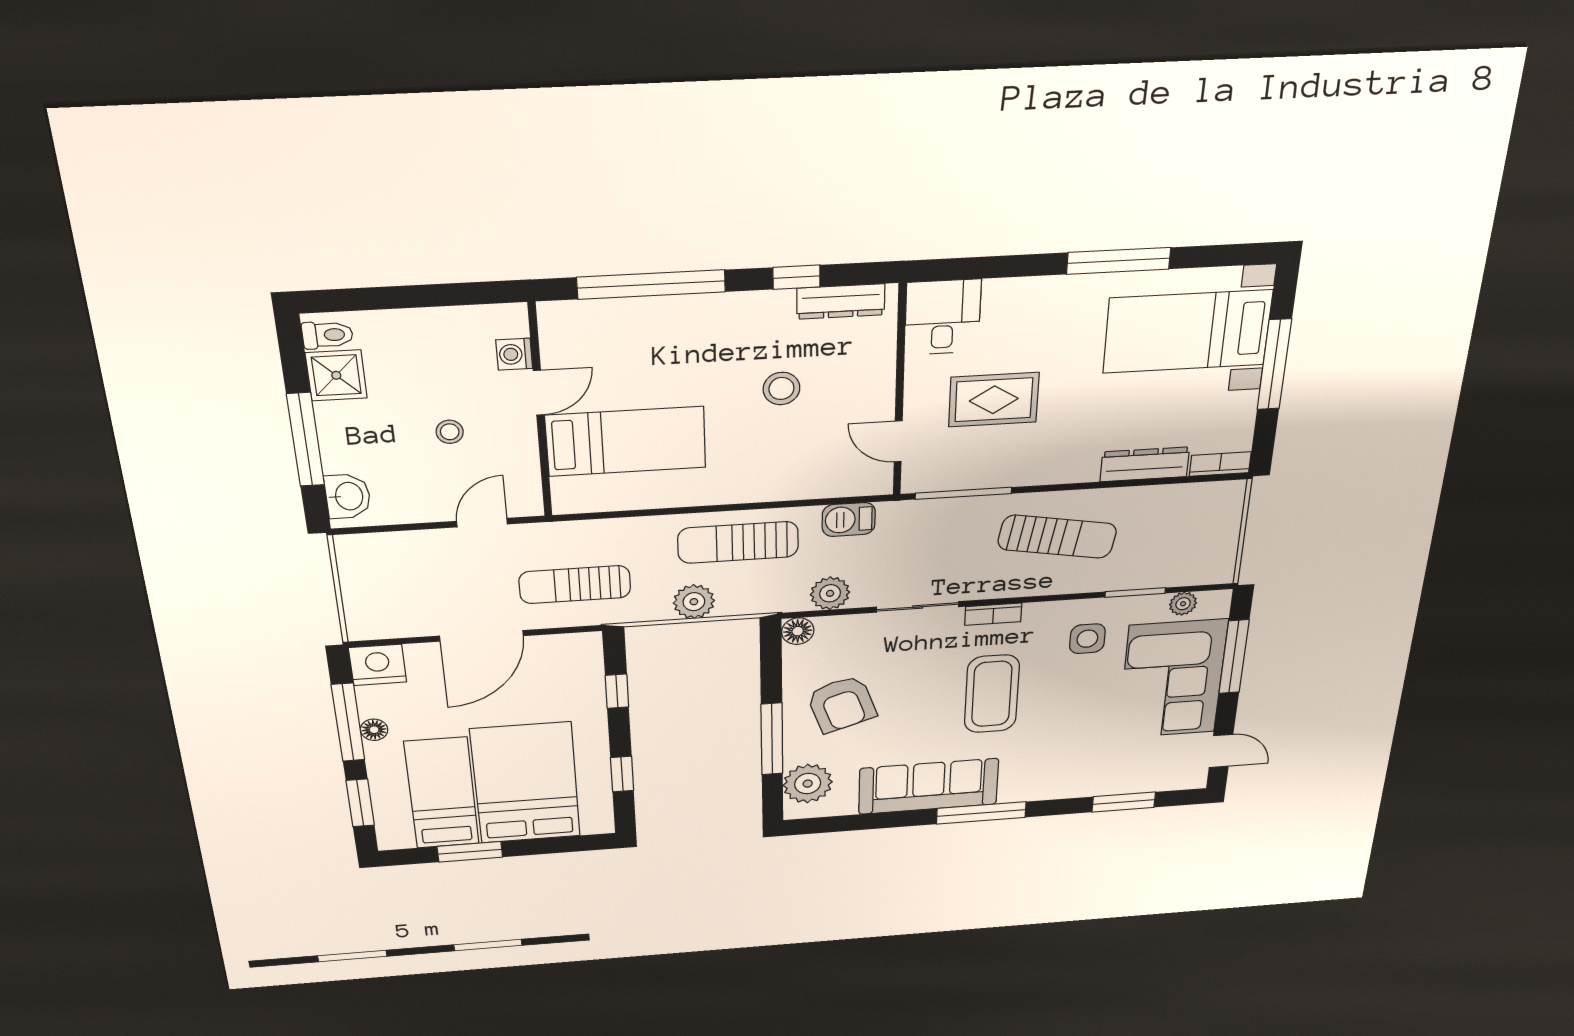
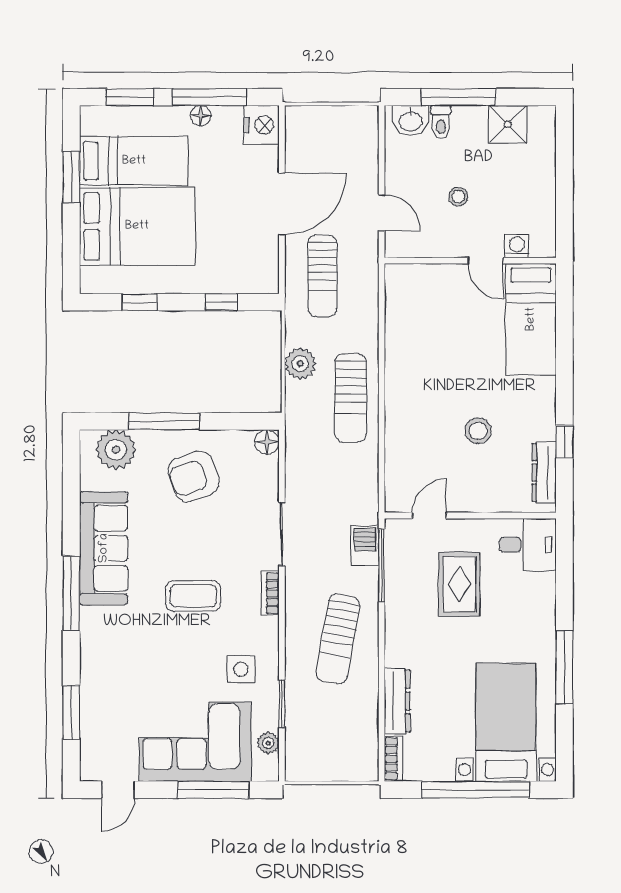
window: (651, 284) -> (564, 342), removed
toilet: (327, 335) -> (441, 122), moved
window: (1274, 365) -> (475, 790), width x1.46
bed: (626, 442) -> (531, 319), moved
barbecue: (849, 519) -> (365, 545), moved
sun lounger: (738, 542) -> (351, 398), turned 180
sun lounger: (575, 585) -> (322, 276), turned 180
plant: (830, 593) -> (300, 467), removed
door: (482, 636) -> (282, 204), swing flipped
coffee table: (992, 694) -> (193, 596), width x0.73, depth x0.76

